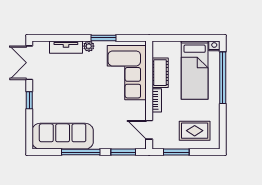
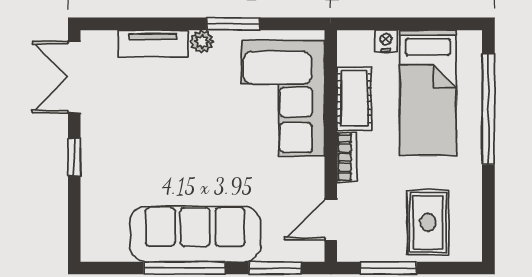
nightstand: (214, 46) -> (386, 41), moved
door: (149, 130) -> (331, 220), hinge flipped
rug: (195, 131) -> (428, 222), turned 90
sofa: (63, 136) -> (195, 234), moved

